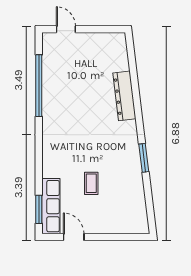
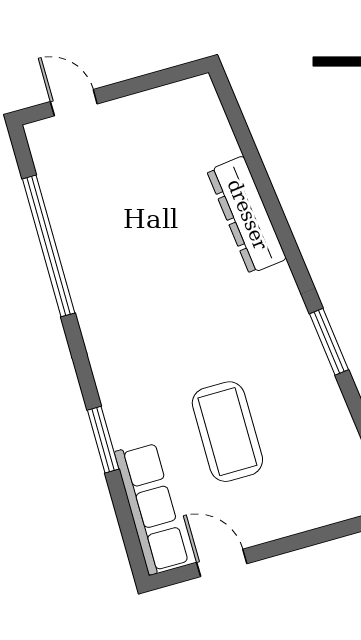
coffee table: (91, 183) -> (227, 432), width x1.86, depth x1.72
window: (39, 209) -> (103, 440), moved

